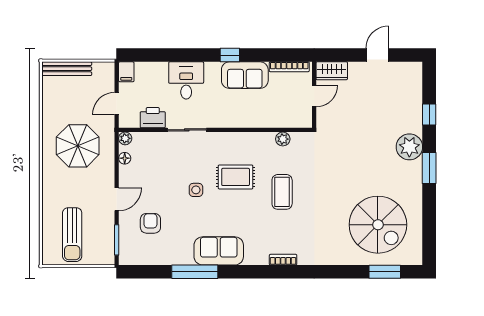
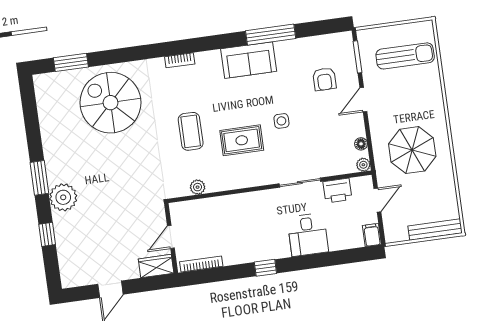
sofa: (245, 75) -> (247, 249), removed
spiral stairs: (378, 225) -> (111, 103), moved
sun lounger: (72, 235) -> (405, 56), turned 90

